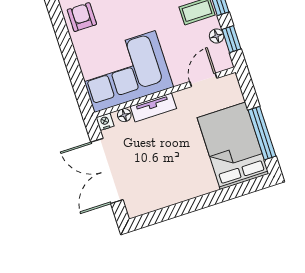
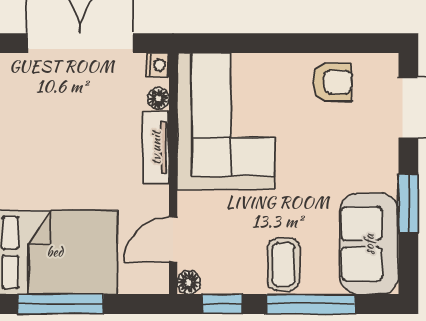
floor lamp: (217, 36) -> (189, 282), moved
door: (203, 80) -> (173, 240), swing flipped

